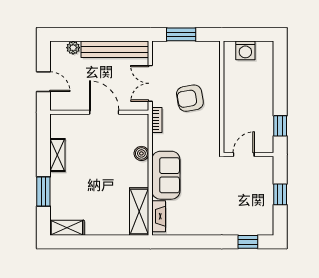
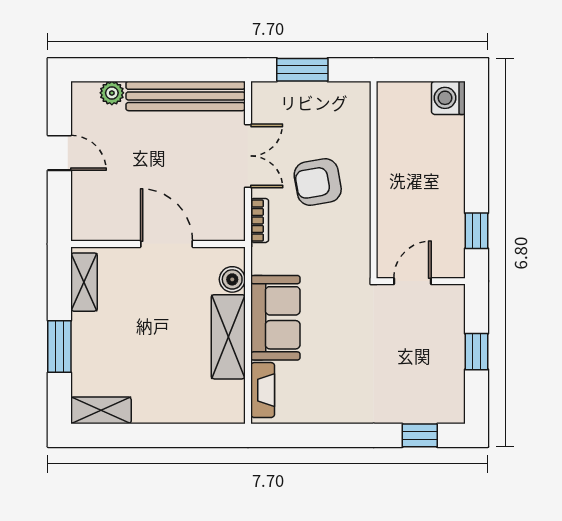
washing machine: (245, 50) -> (448, 98), moved, turned 90
double door: (150, 83) -> (248, 156), swing flipped
wall: (99, 112) -> (158, 244), moved
door: (104, 112) -> (167, 244), moved
shelving: (139, 212) -> (228, 337), moved

